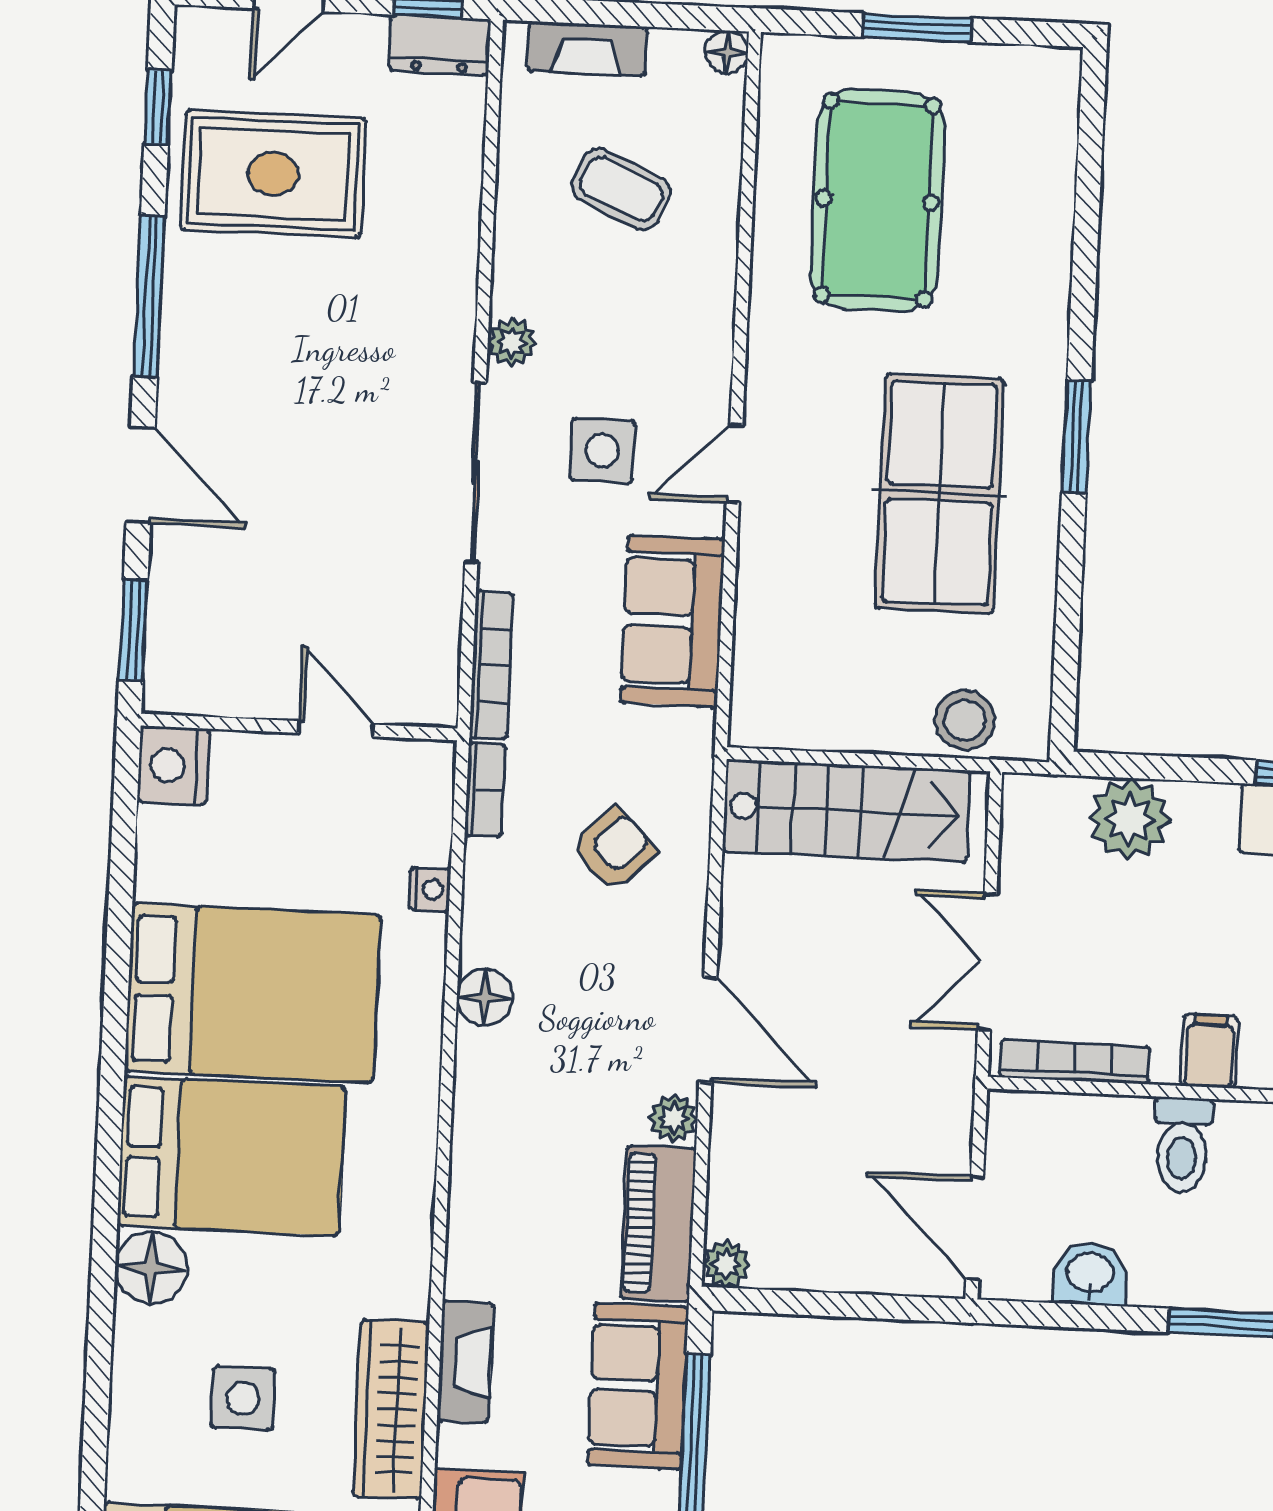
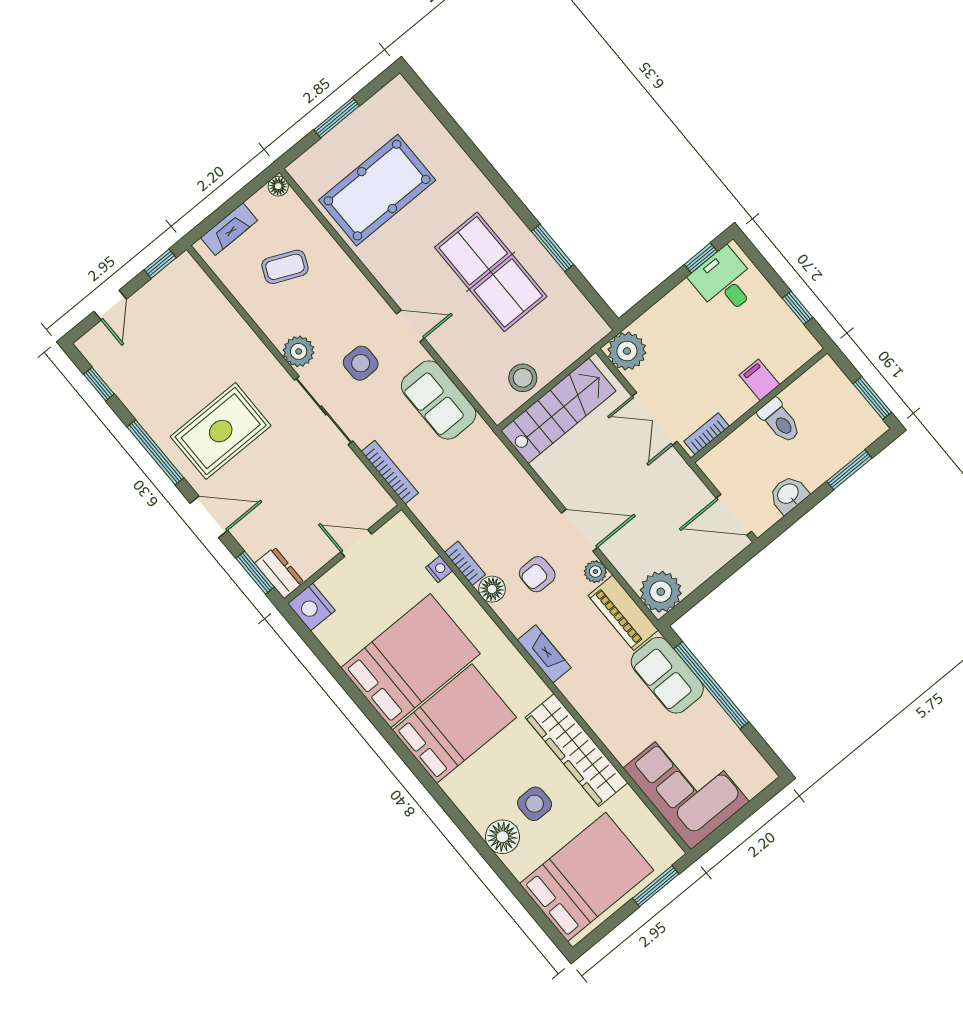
dresser: (440, 45) -> (279, 573), moved, turned -90
rug: (273, 174) -> (221, 431), moved
pool table: (877, 200) -> (377, 190), turned 90
plant: (512, 342) -> (299, 351), width x1.38, depth x1.38
window: (1077, 437) -> (552, 248), moved
door: (735, 464) -> (410, 326), swing flipped
stool: (965, 720) -> (523, 378), moved
bookcase: (485, 790) -> (465, 563), moved
plant: (1129, 819) -> (627, 351), moved
armchair: (614, 849) -> (537, 574), moved, turned -135
bookcase: (1075, 1062) -> (707, 434), width x0.64
plant: (726, 1264) -> (661, 592), width x1.88, depth x1.88
floor lamp: (151, 1268) -> (502, 837), moved
fireplace: (465, 1362) -> (544, 654), moved
wardrobe: (391, 1409) -> (577, 750), width x1.40, depth x1.17

